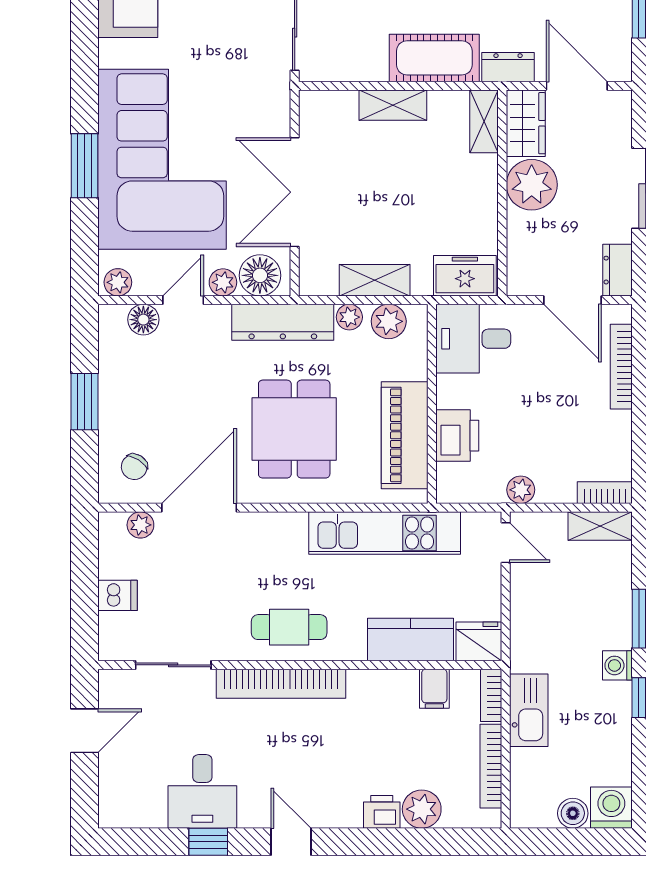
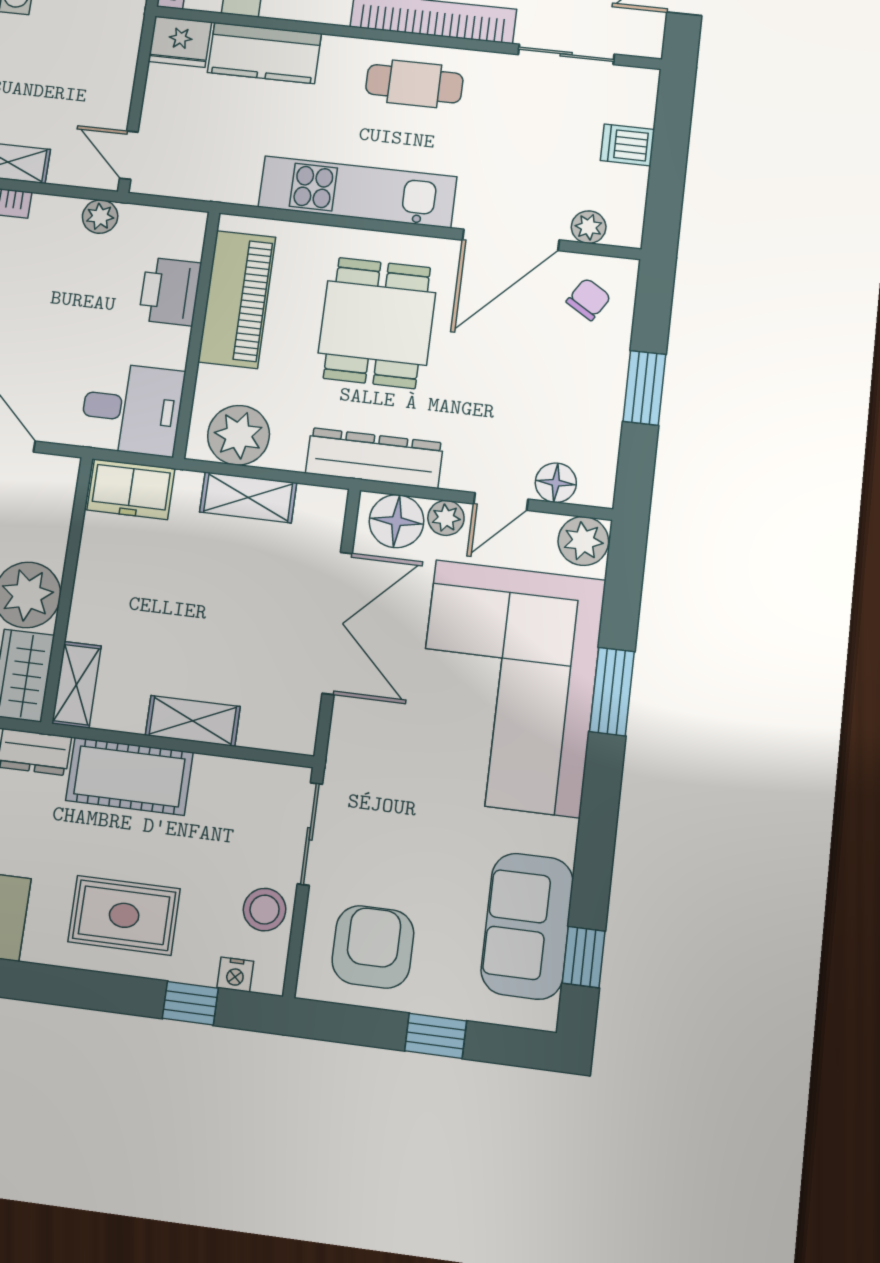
plant: (118, 282) -> (583, 541), width x1.38, depth x1.38
plant: (349, 317) -> (287, 455), removed
plant: (389, 321) -> (239, 435), width x1.36, depth x1.36
kitchen unit: (385, 533) -> (357, 192), moved

